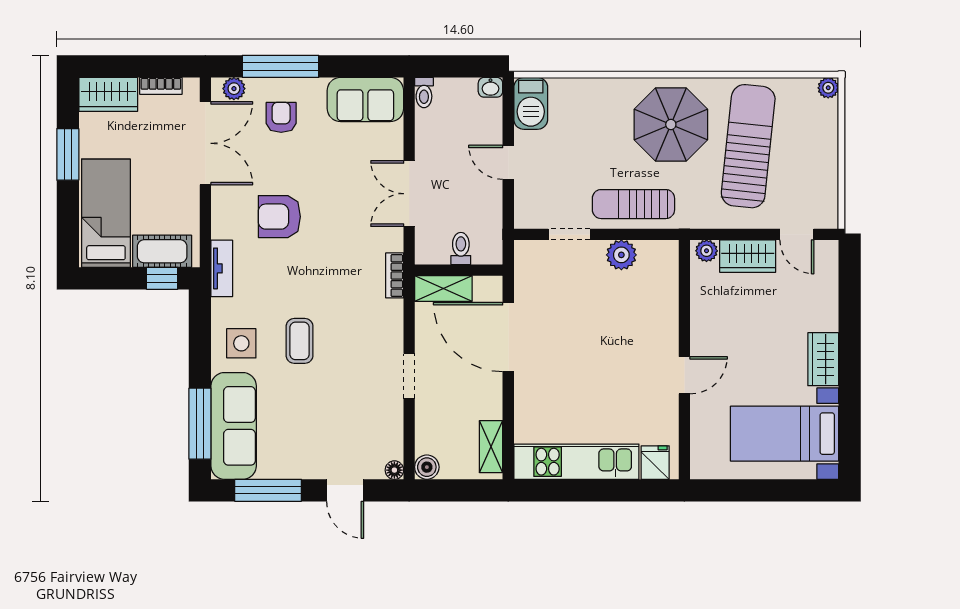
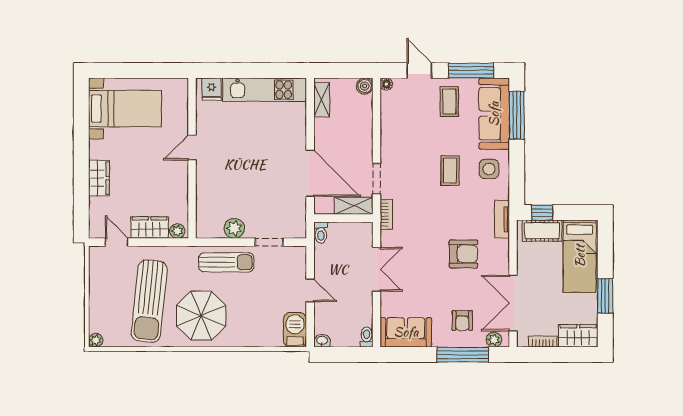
toilet: (461, 248) -> (321, 233), moved
wardrobe: (823, 359) -> (99, 178), moved
doorway: (409, 376) -> (376, 179), moved
coffee table: (301, 444) -> (449, 101), added

